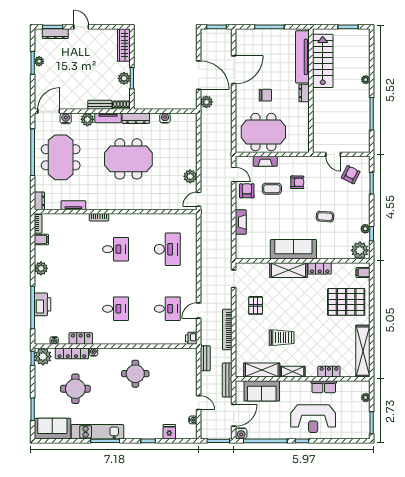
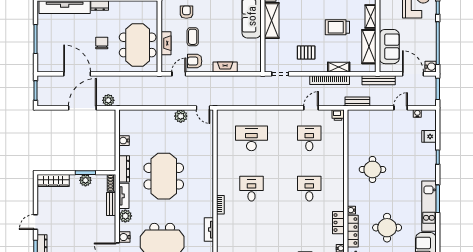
door: (199, 311) -> (311, 108), swing flipped
trolley: (282, 338) -> (337, 27), turned -90
shelving: (241, 339) -> (339, 67), added

